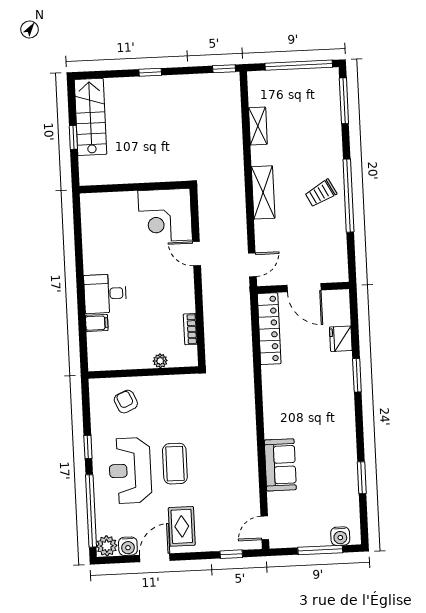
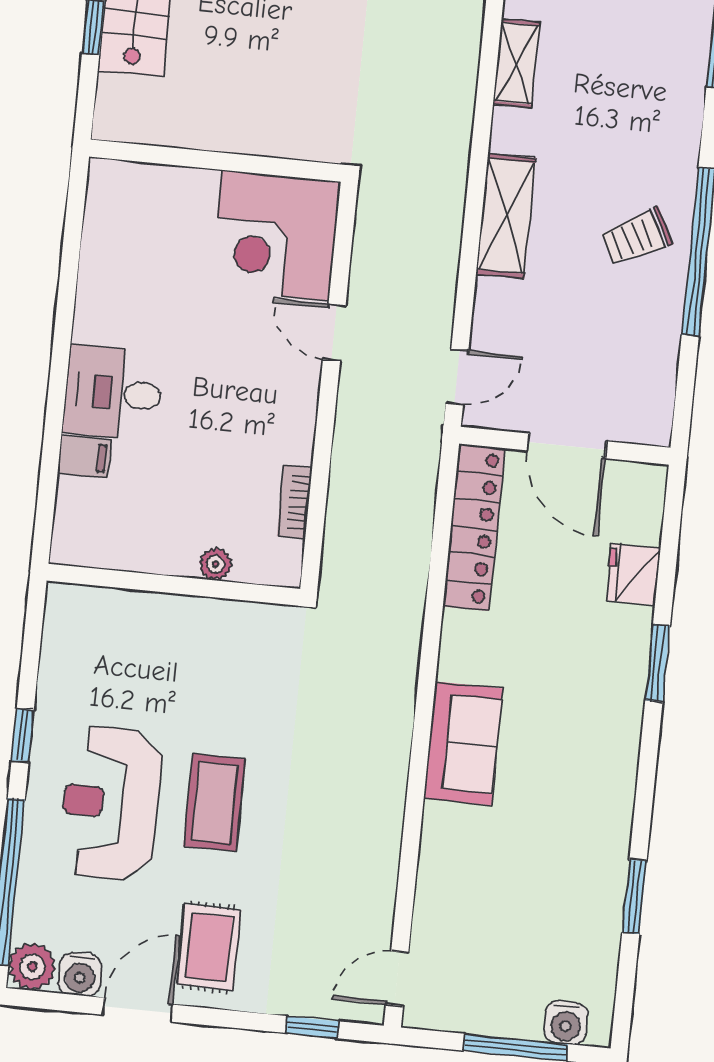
armchair: (126, 402) -> (124, 645), removed
sofa: (280, 465) -> (463, 743), moved

